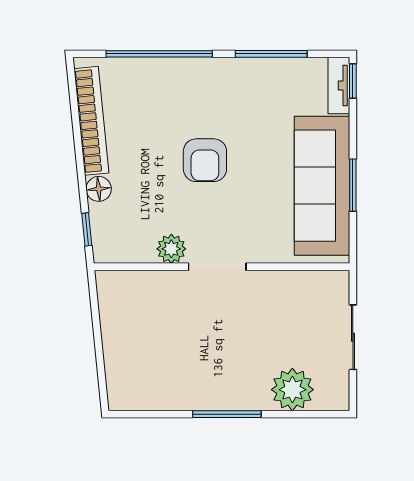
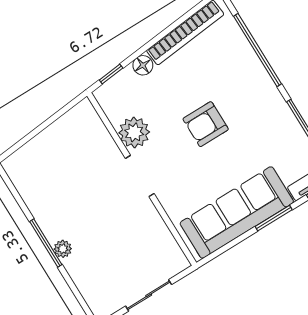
window: (353, 185) -> (274, 218), moved
plant: (171, 249) -> (134, 132), width x1.36, depth x1.36
plant: (292, 390) -> (63, 249), moved, width x0.53, depth x0.53

